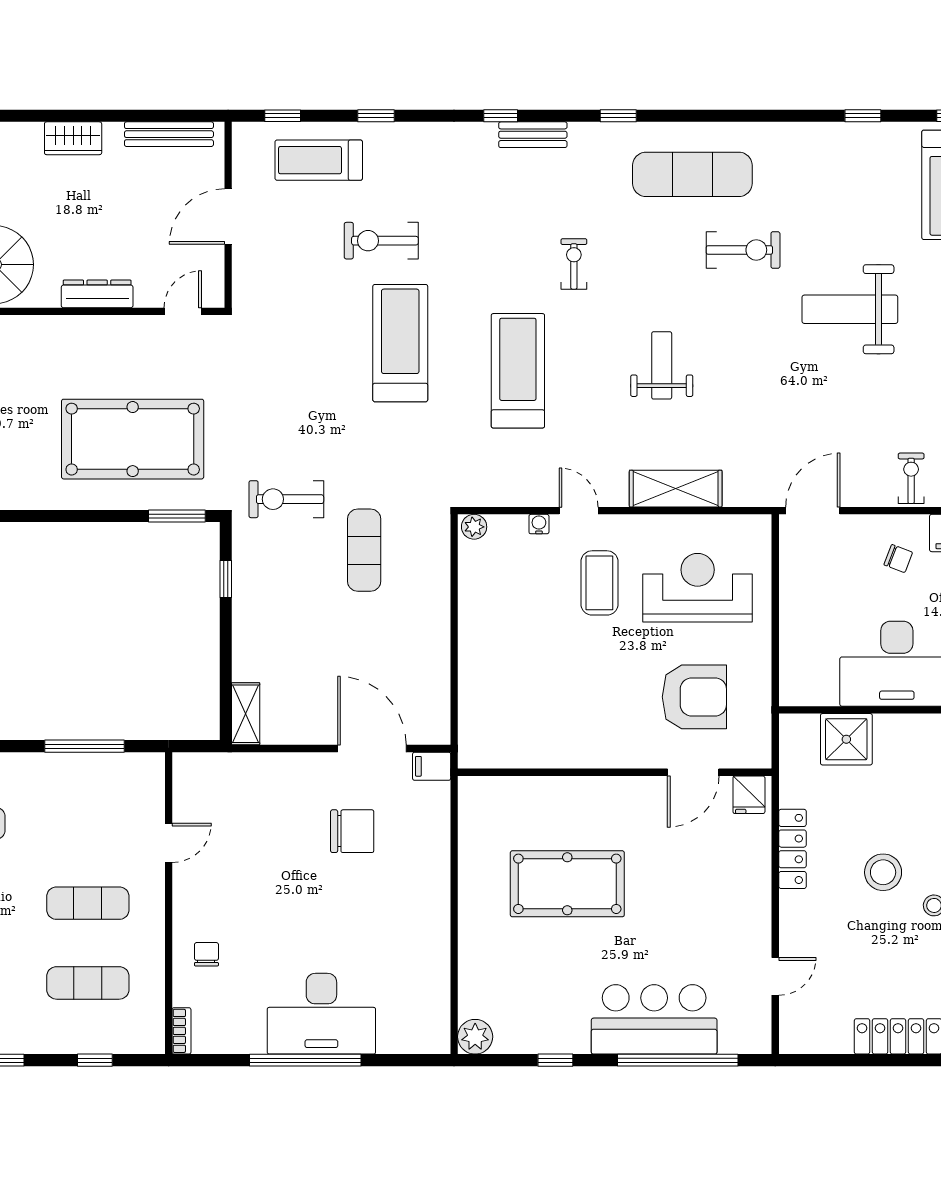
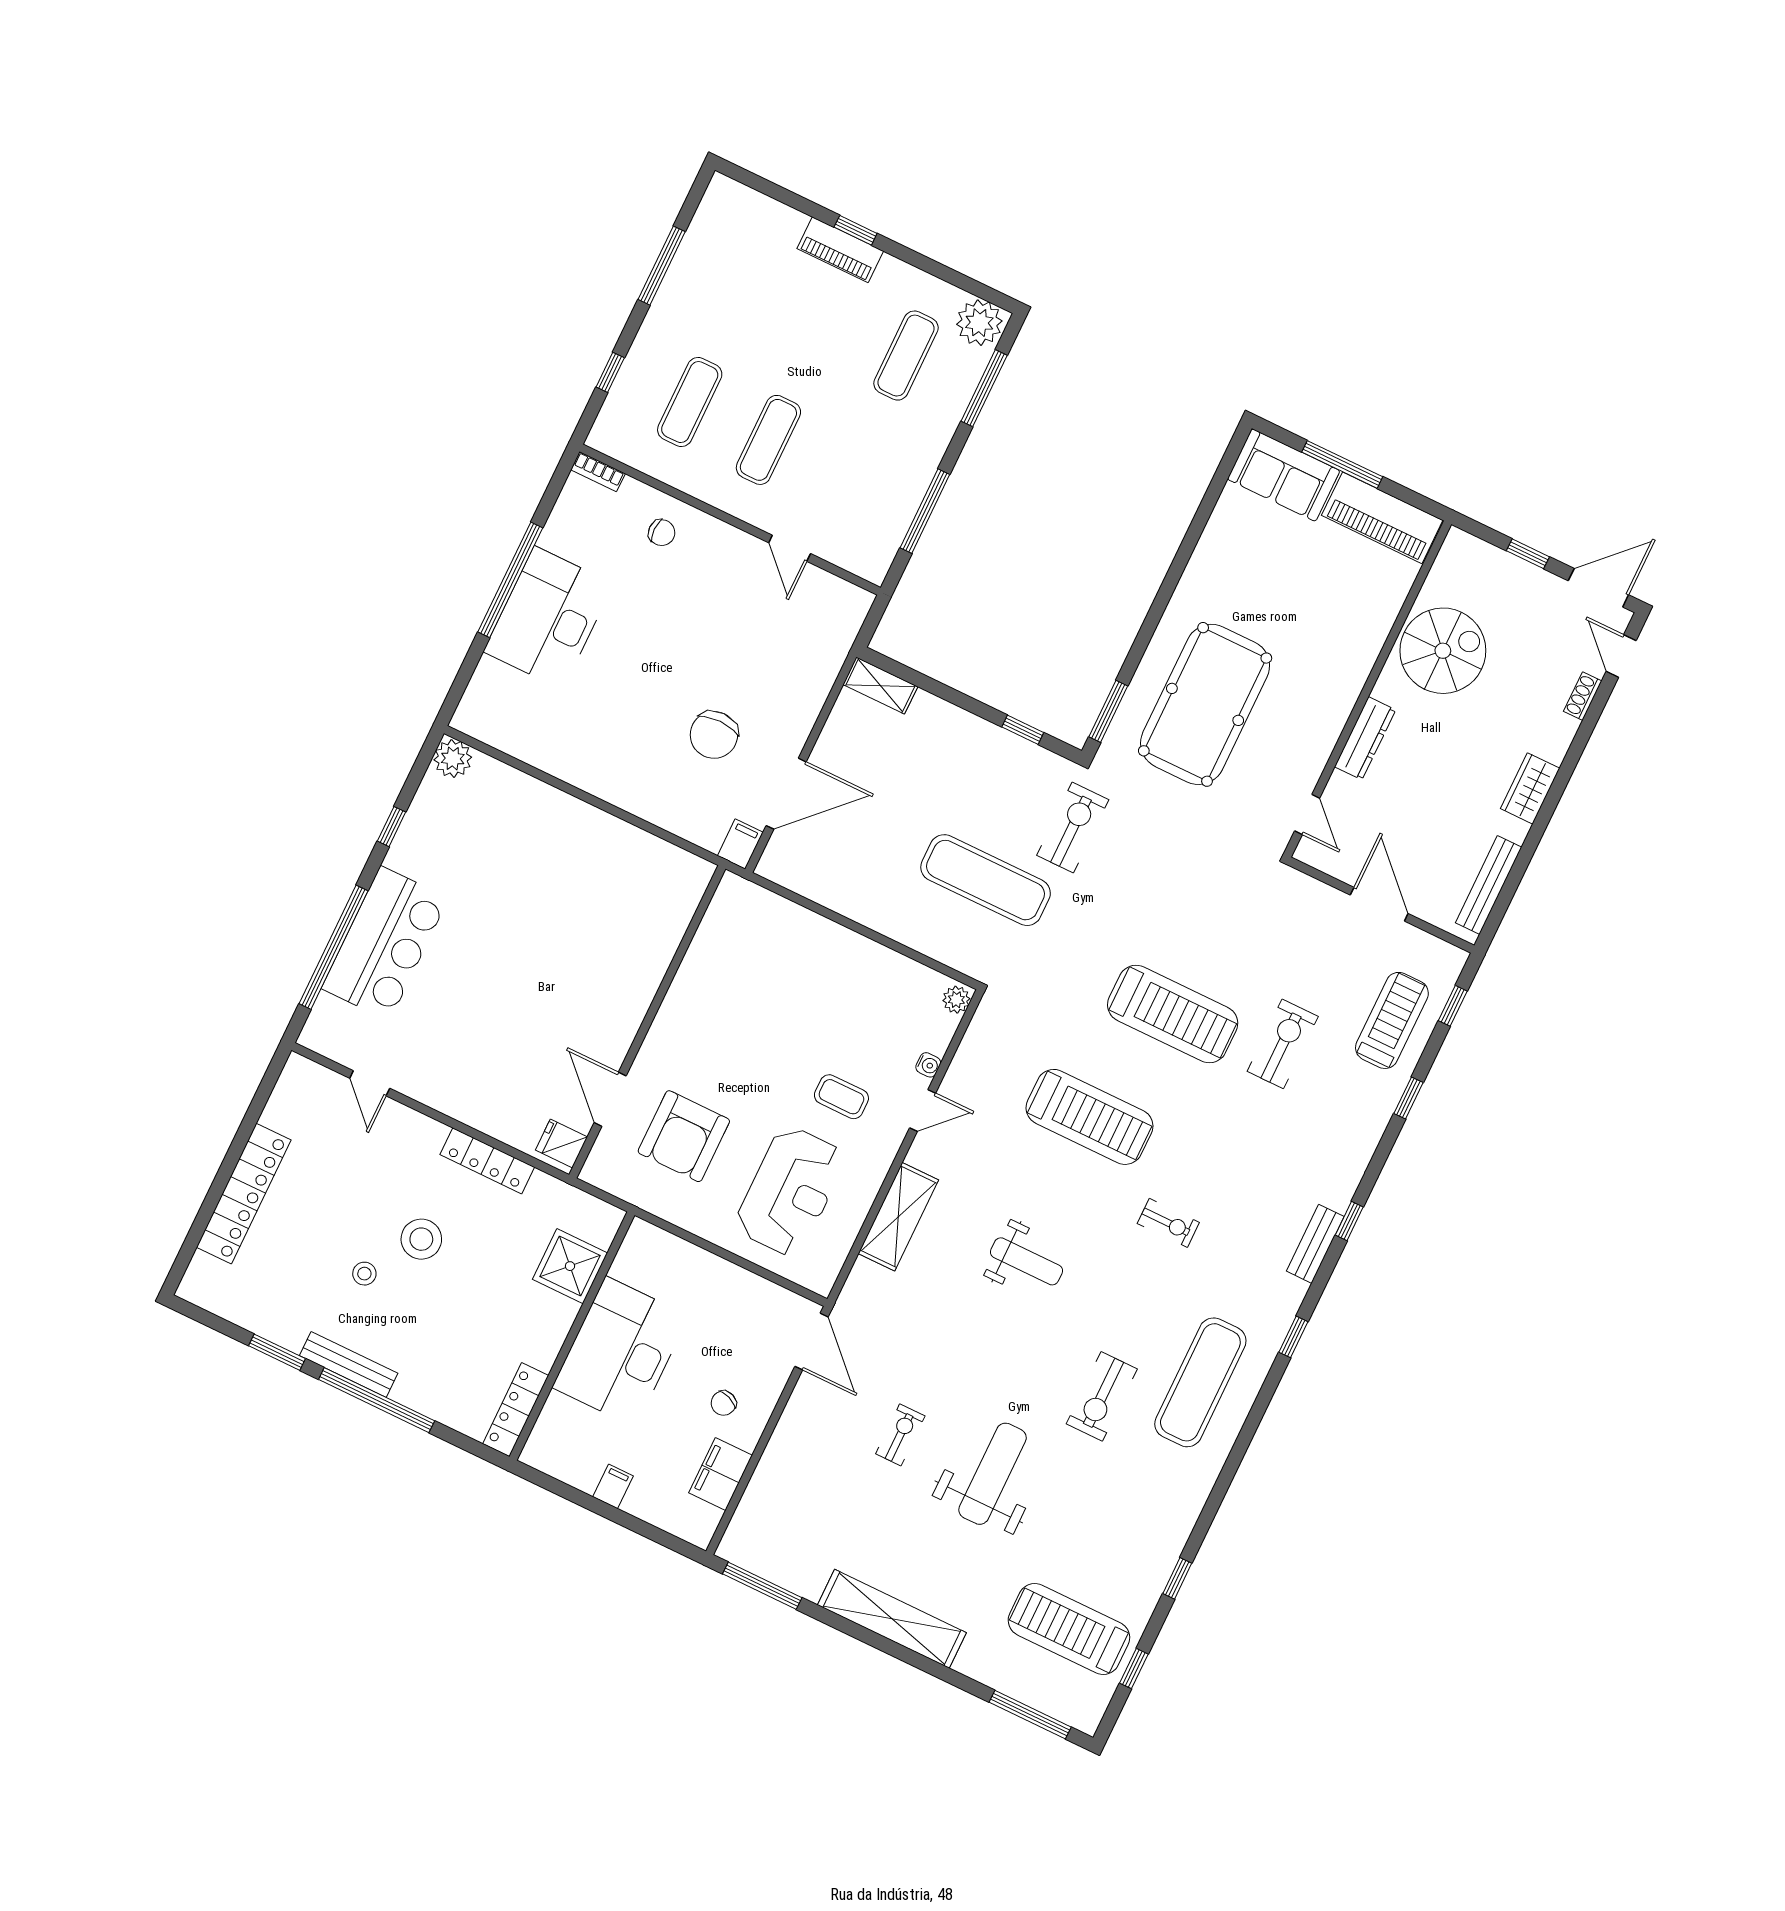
exercise bike: (911, 478) -> (900, 1435), moved, turned -90
exercise mat: (364, 550) -> (986, 880), width x1.36, depth x1.45
coffee table: (599, 583) -> (841, 1097), width x0.73, depth x0.77
pool table: (567, 884) -> (560, 922), removed

